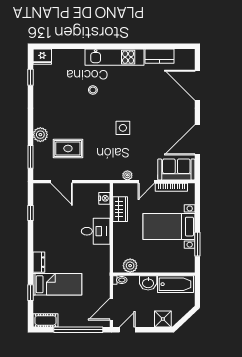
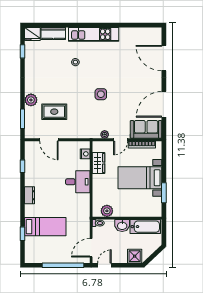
kitchen counter: (159, 56) -> (53, 33), moved
dresser: (39, 262) -> (30, 195), moved
cot: (45, 320) -> (35, 257), removed

